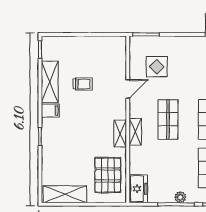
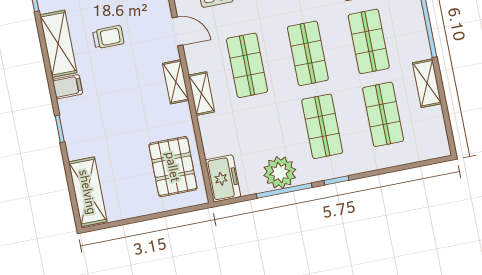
door: (128, 89) -> (178, 31), hinge flipped
shelving: (120, 134) -> (176, 82), moved
shelving: (65, 194) -> (88, 192), moved, turned 90
plant: (180, 197) -> (280, 173), width x1.88, depth x1.88

